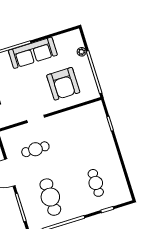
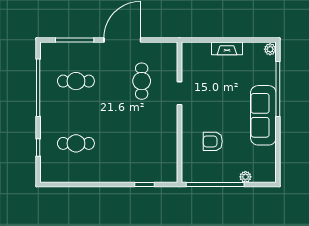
armchair: (63, 84) -> (213, 141), width x0.53, depth x0.53
cafe table: (50, 197) -> (76, 81), width x0.73, depth x0.74

